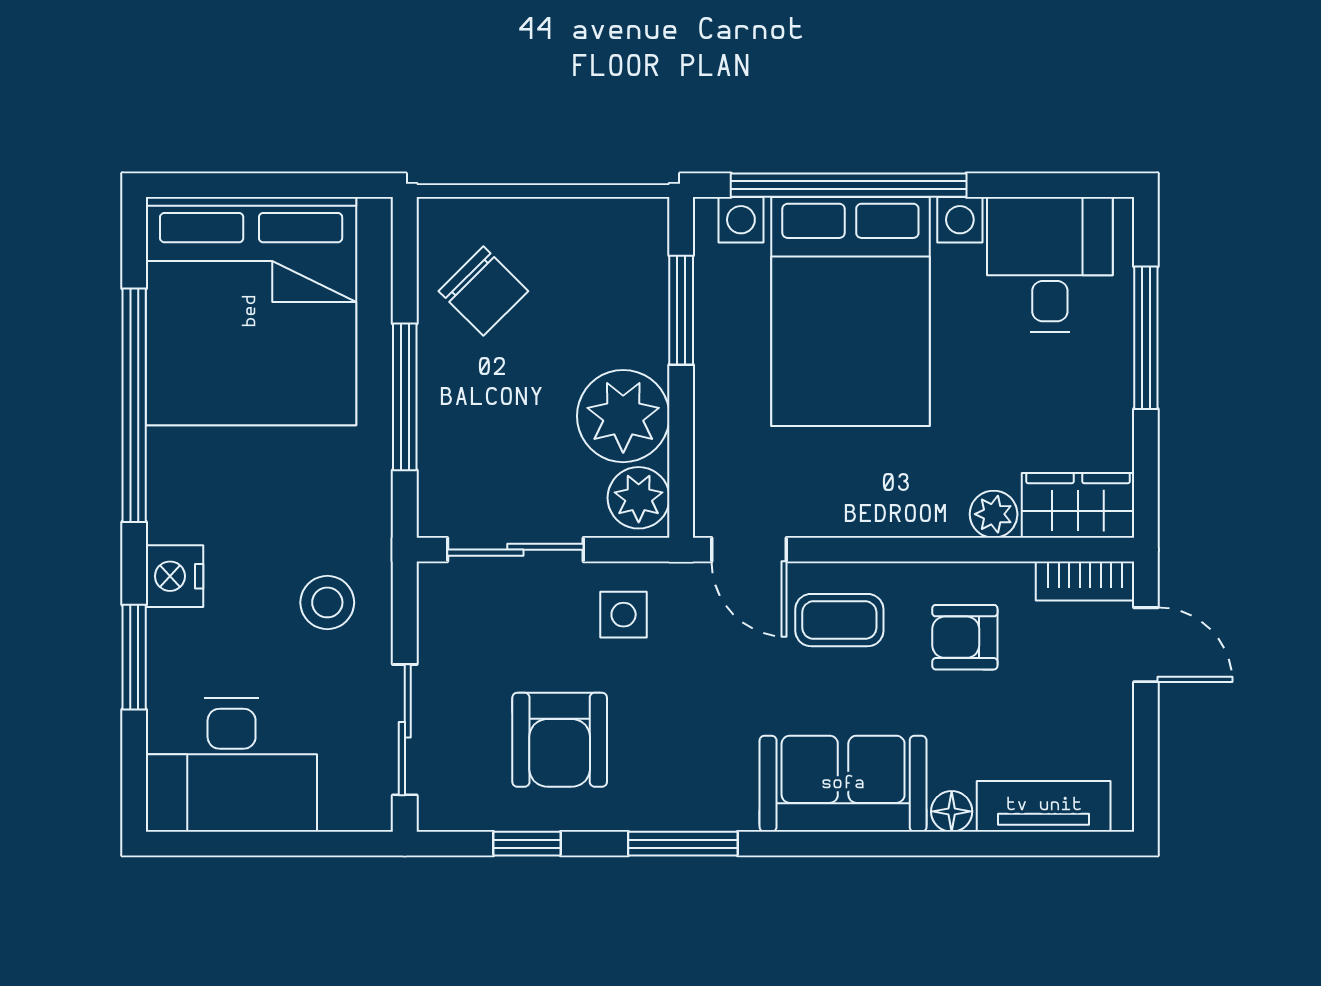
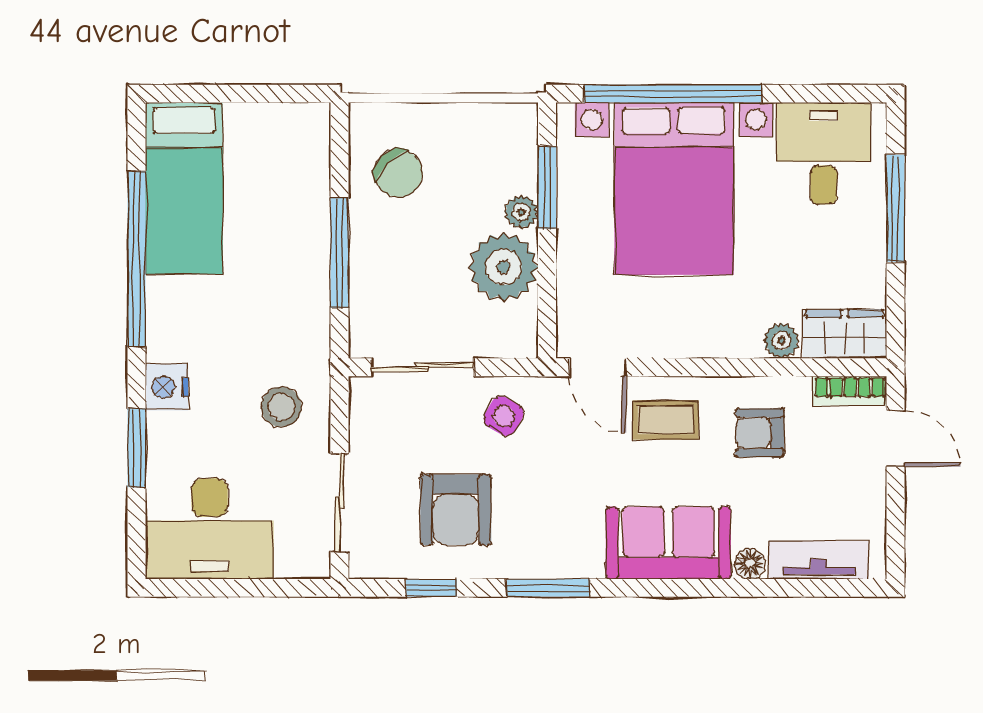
bed: (251, 311) -> (184, 188), width x0.49
plant: (639, 498) -> (521, 212), moved, width x0.73, depth x0.73
side table: (624, 615) -> (504, 416), turned 30

